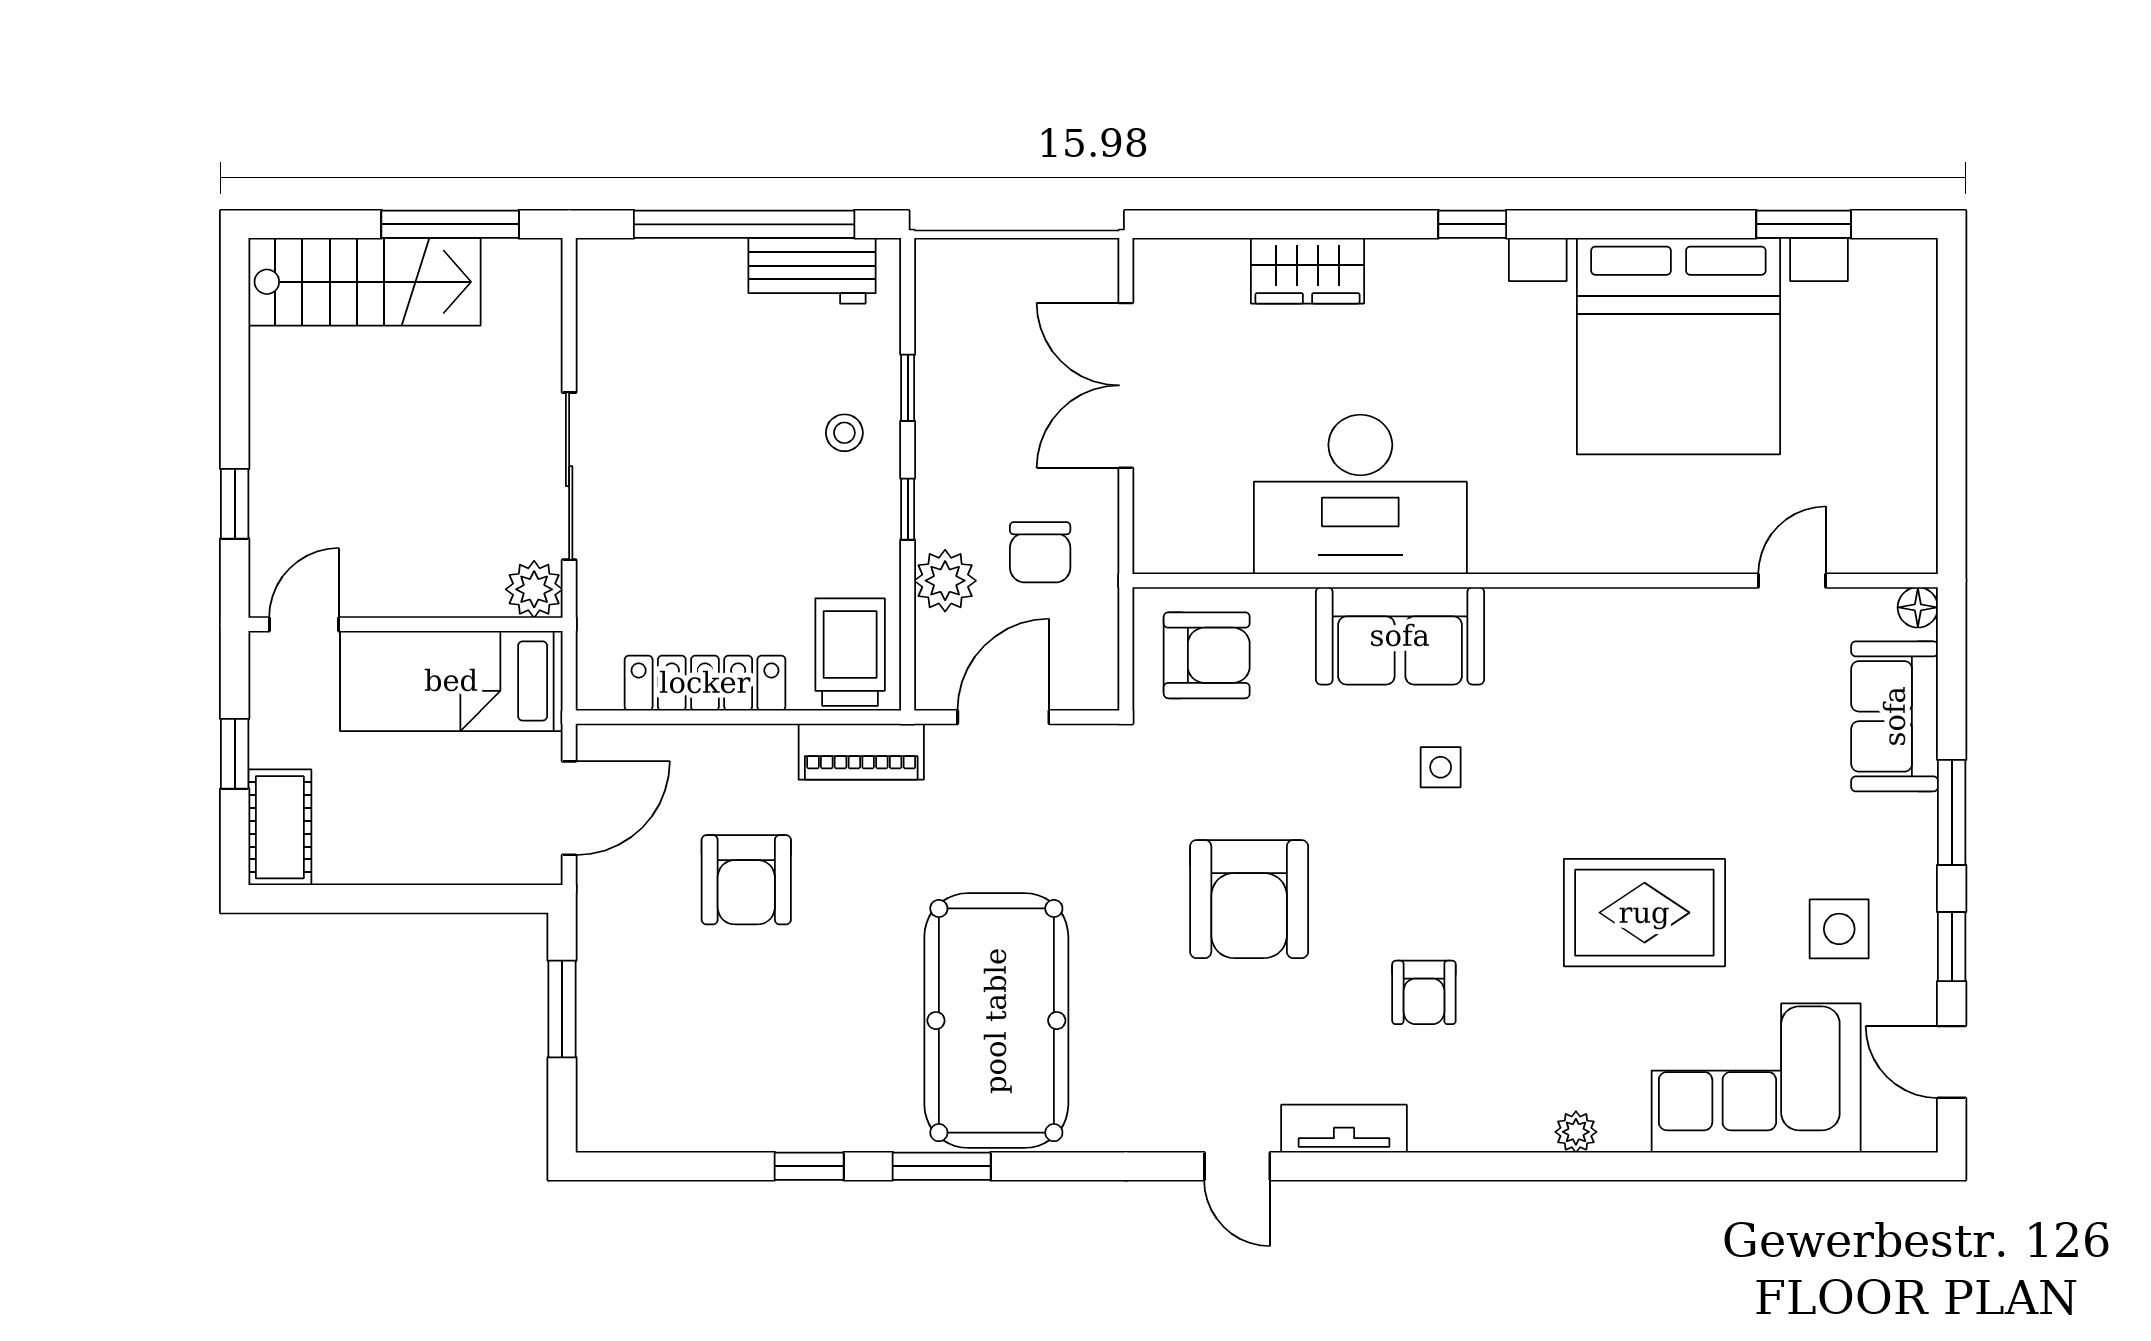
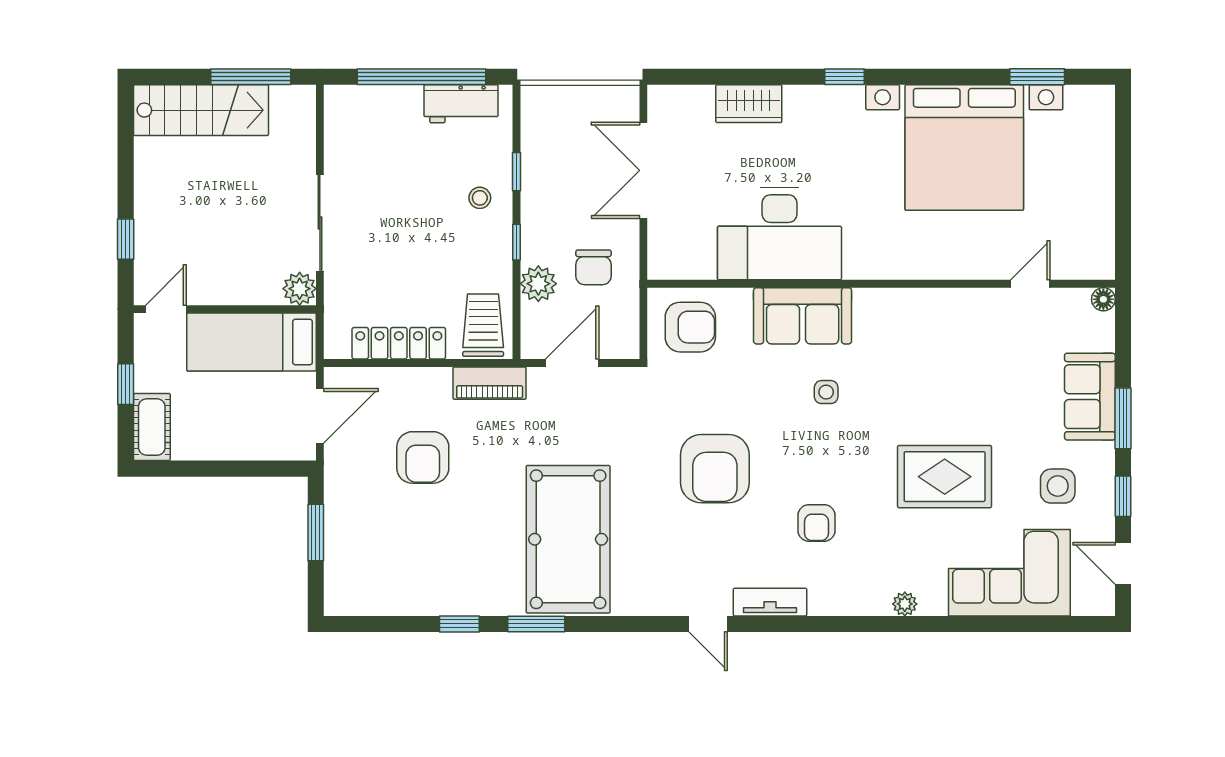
sofa: (1895, 716) -> (1090, 397), moved

